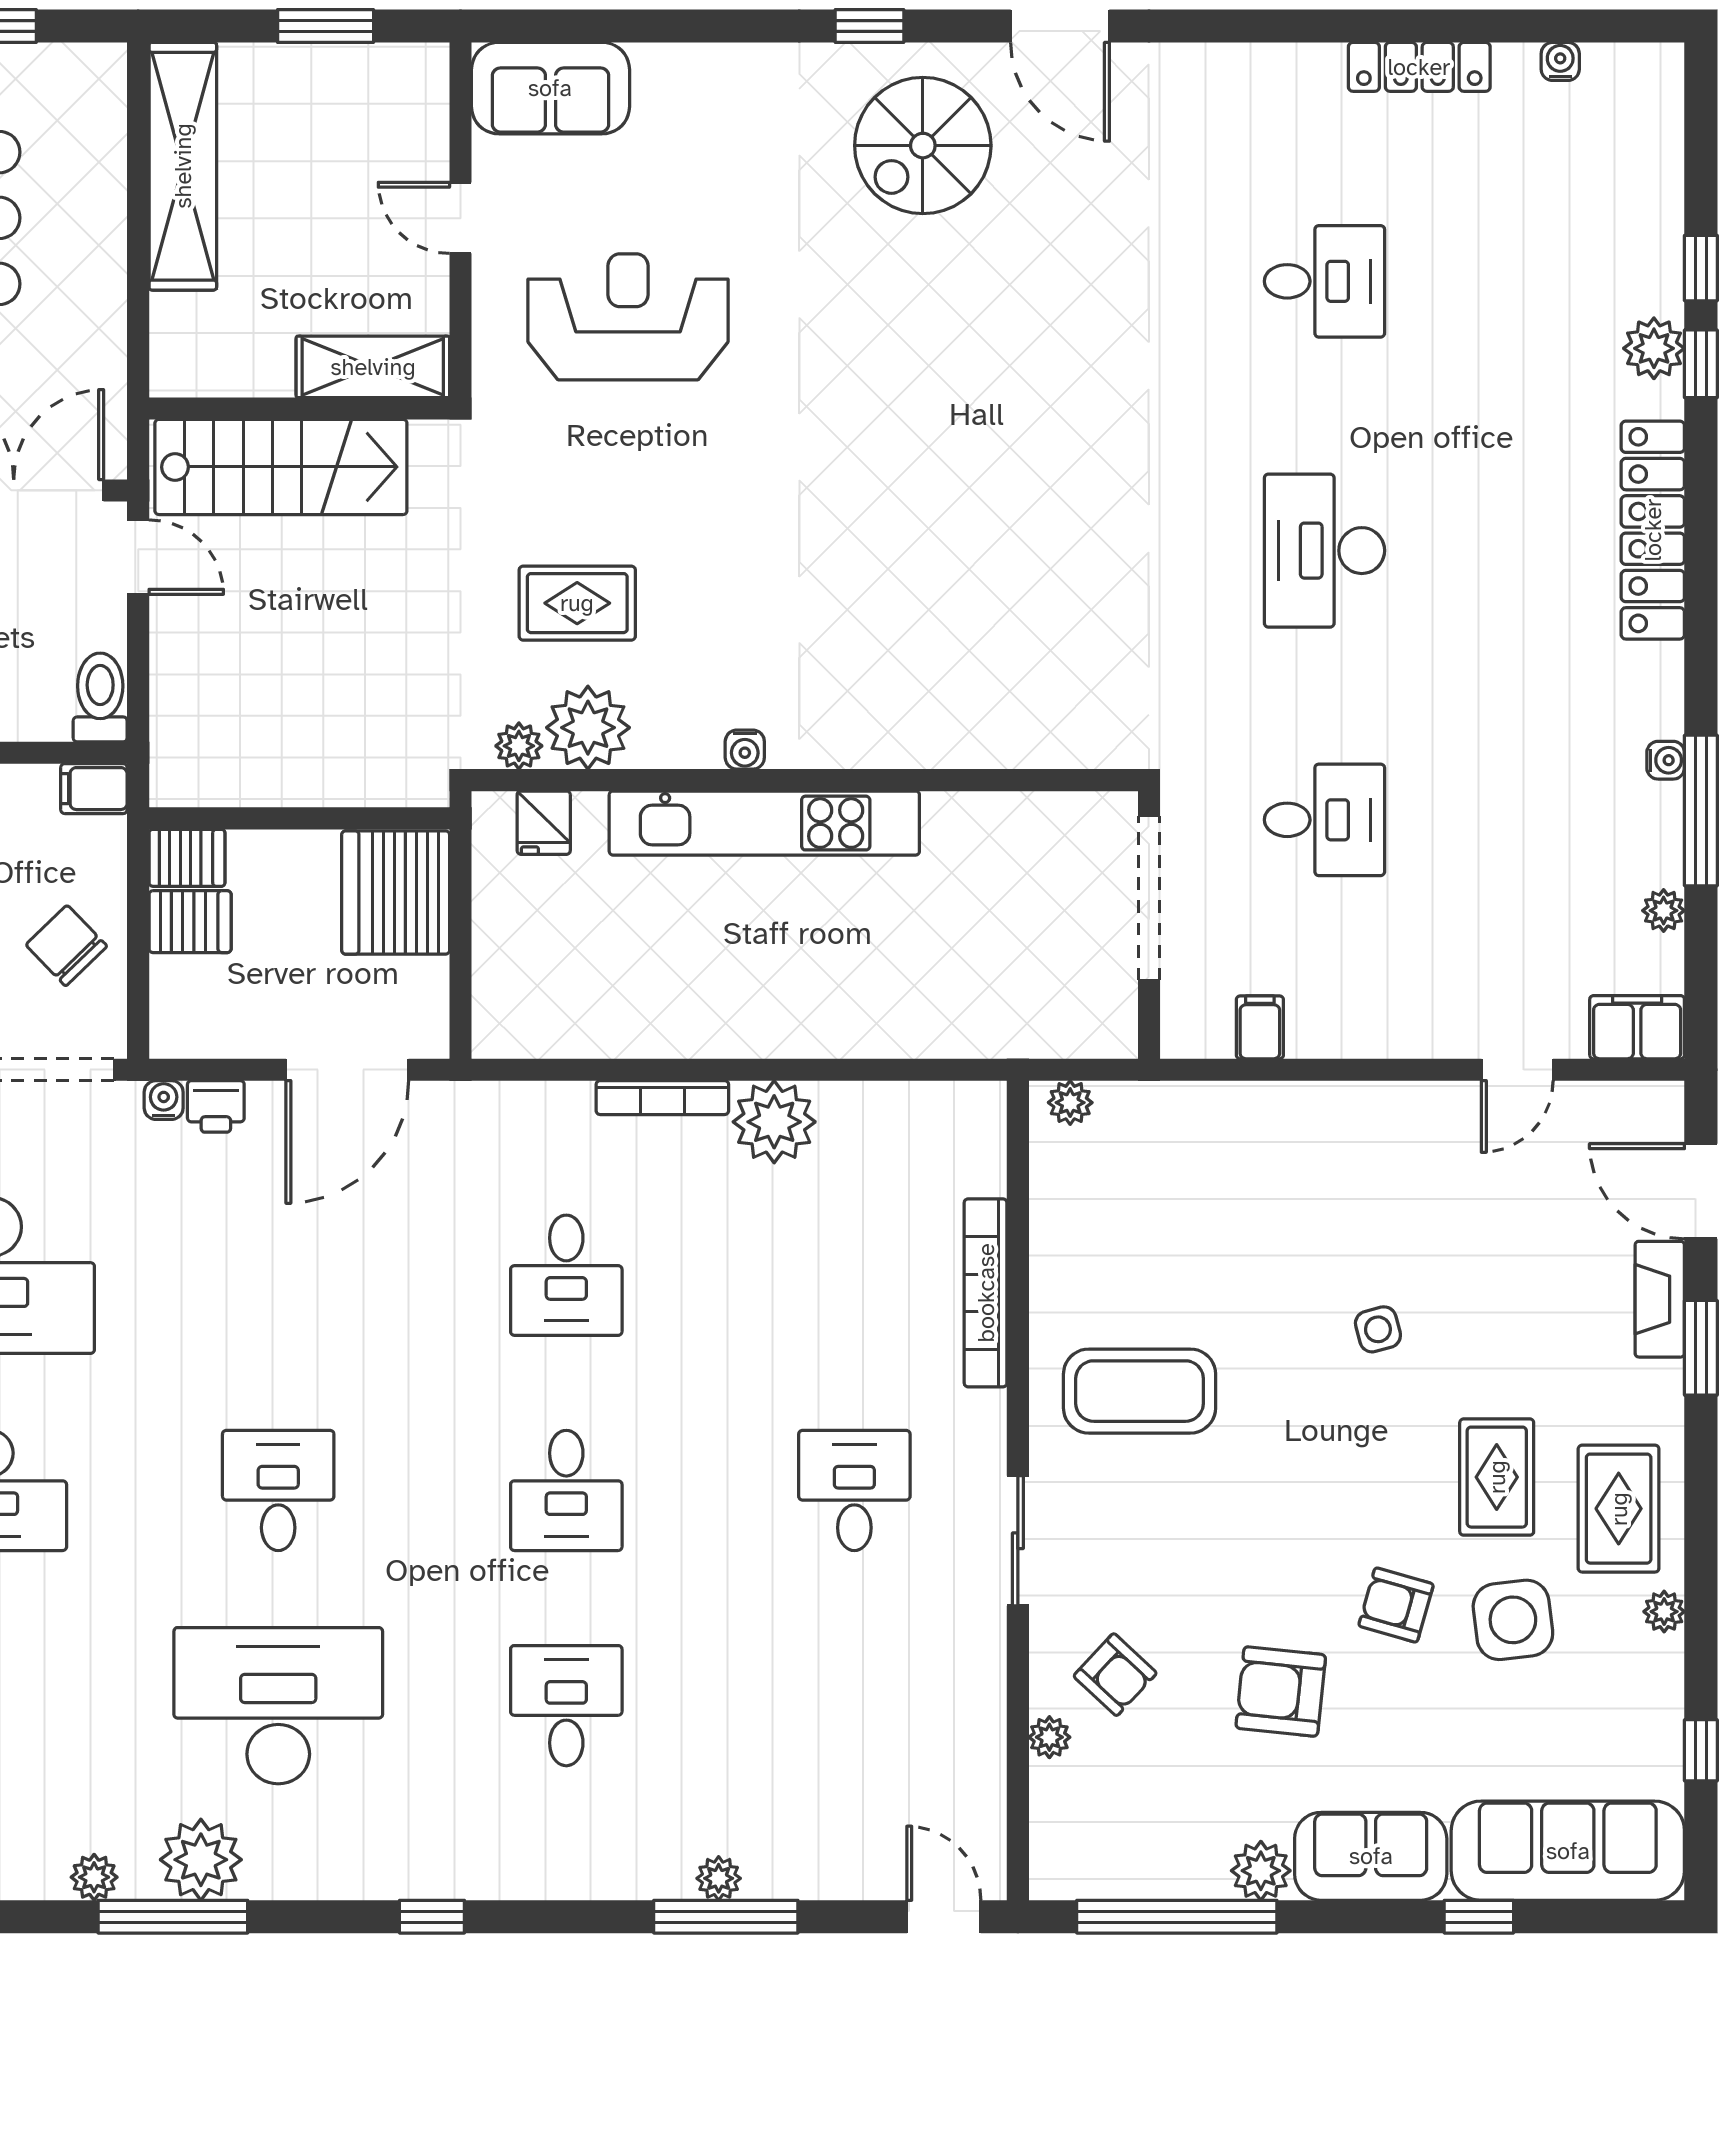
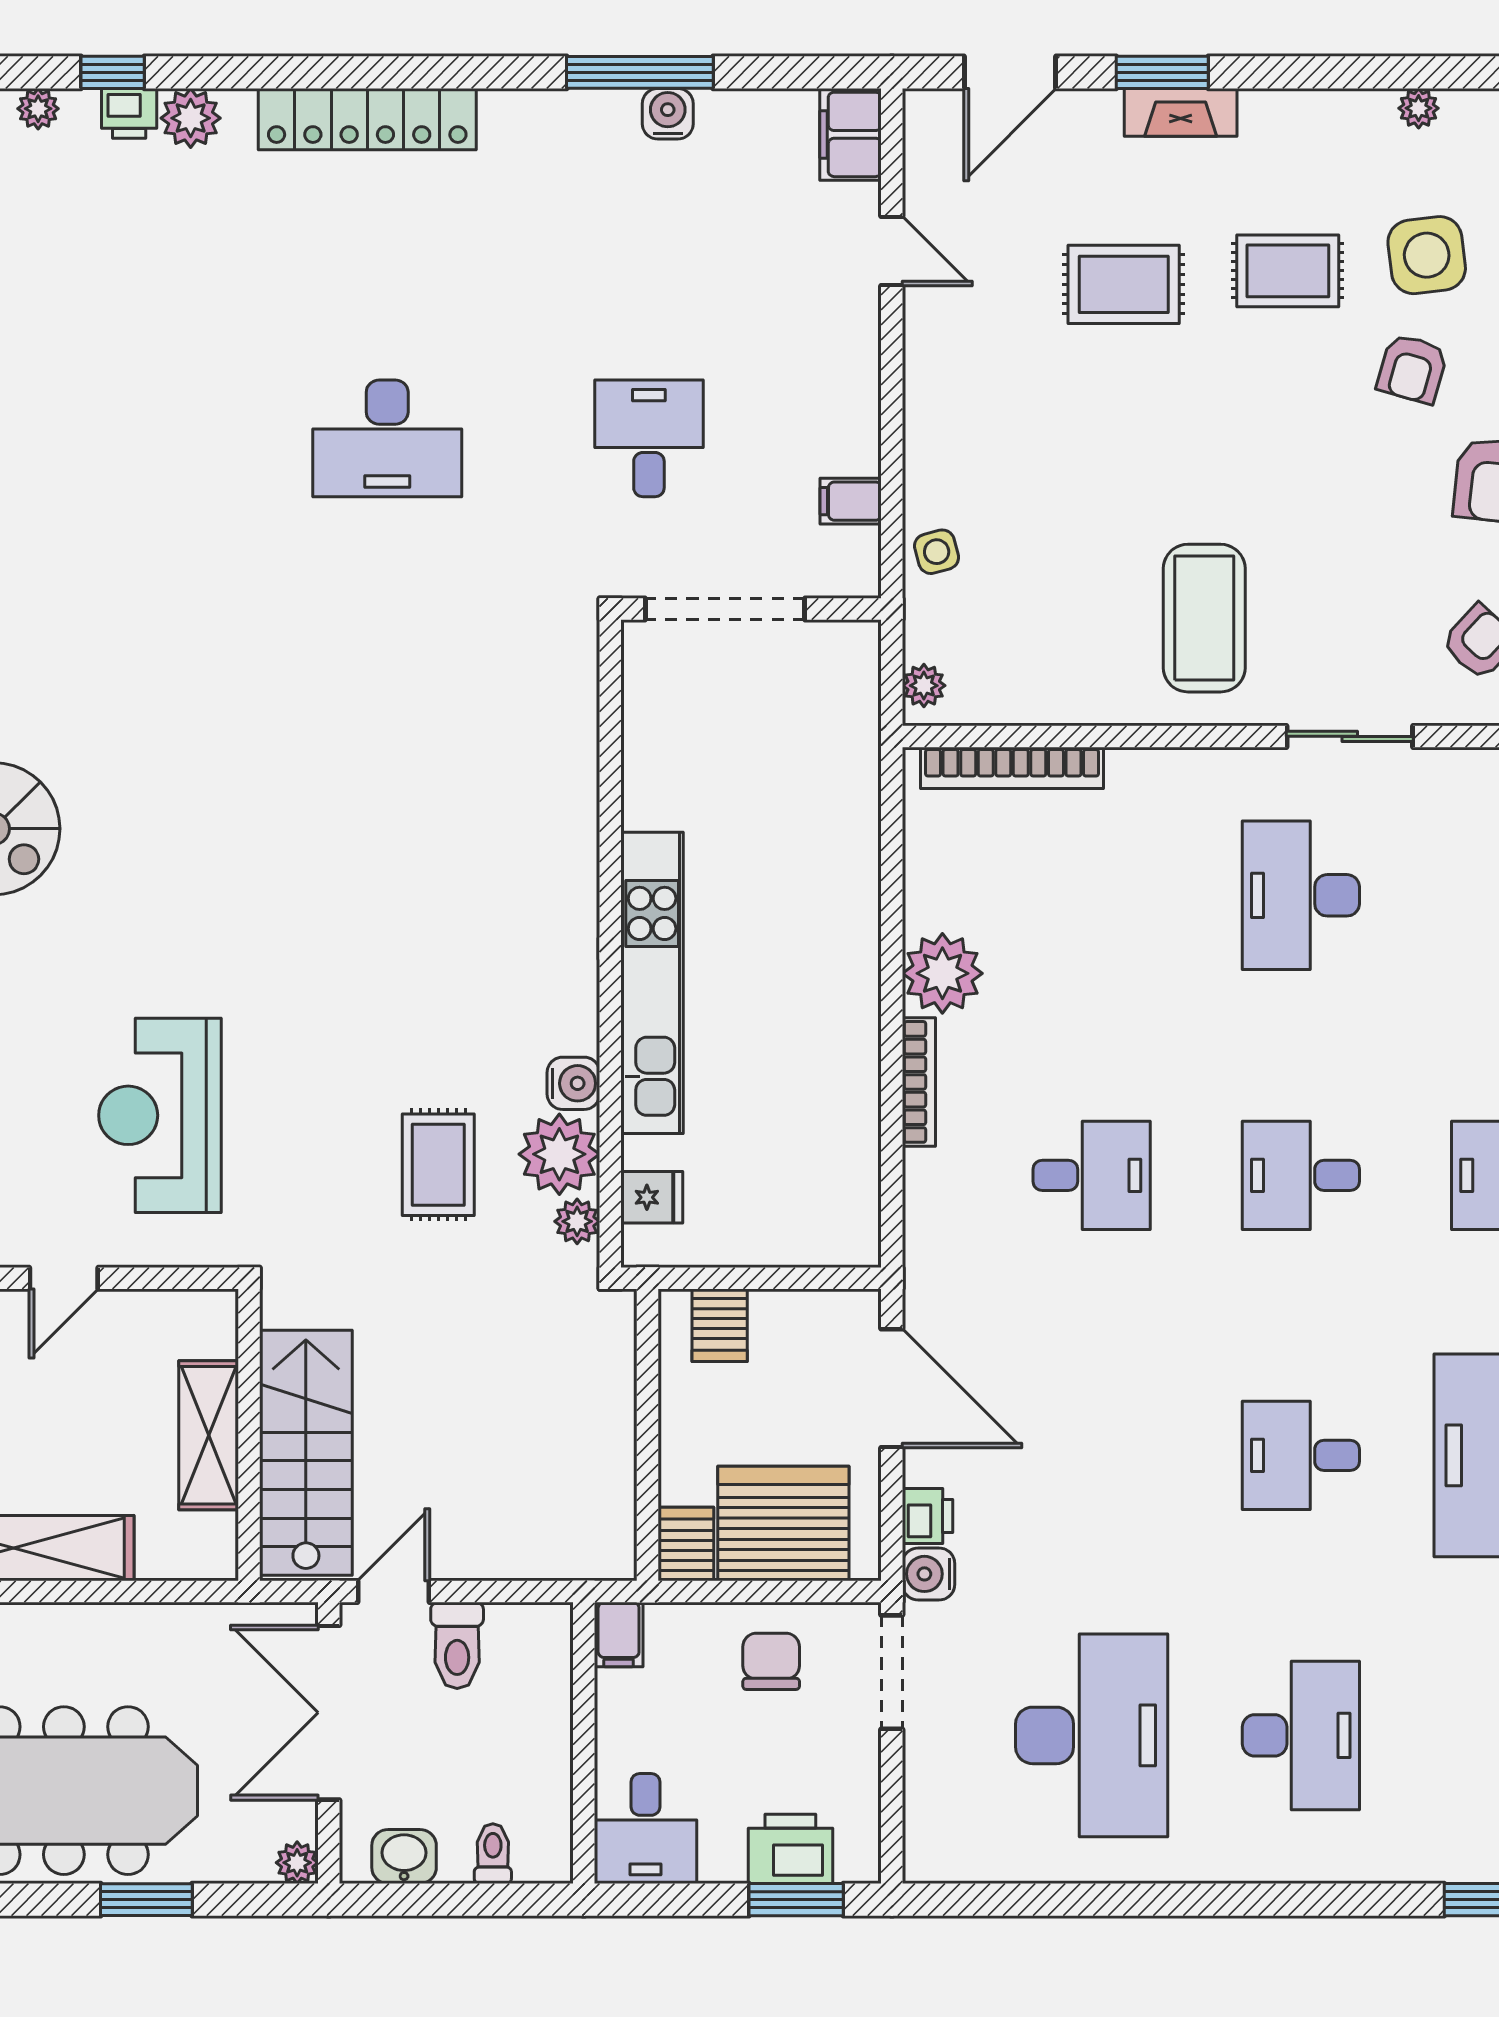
desk: (1324, 281) -> (125, 438), removed
printer: (1659, 285) -> (129, 113), added
window: (1701, 364) -> (206, 72), removed
shelving: (373, 367) -> (209, 1435), moved
toilet: (100, 697) -> (457, 1645), moved, turned -90
water cooler: (745, 750) -> (573, 1083), moved, width x1.38, depth x1.38
water cooler: (1666, 760) -> (668, 114), moved, width x1.38, depth x1.38
server rack: (396, 893) -> (720, 1325), width x0.46, depth x0.70
plant: (1664, 911) -> (38, 109), moved
server rack: (190, 922) -> (783, 1524), width x2.18, depth x1.44
chair: (66, 946) -> (771, 1661), turned 134
water cooler: (164, 1100) -> (929, 1574), width x1.38, depth x1.38
bookcase: (986, 1293) -> (1012, 768), moved
fireplace: (1660, 1299) -> (1181, 112), moved
side table: (1378, 1329) -> (937, 552), moved
desk: (566, 1490) -> (1301, 1175), turned 180
desk: (854, 1490) -> (1301, 895), width x1.37
rug: (1619, 1509) -> (1124, 284), moved

